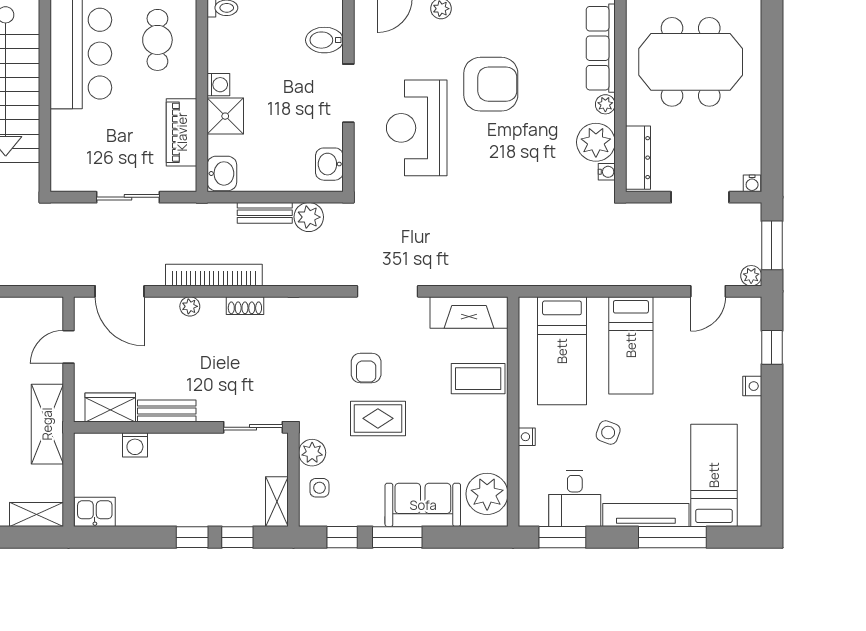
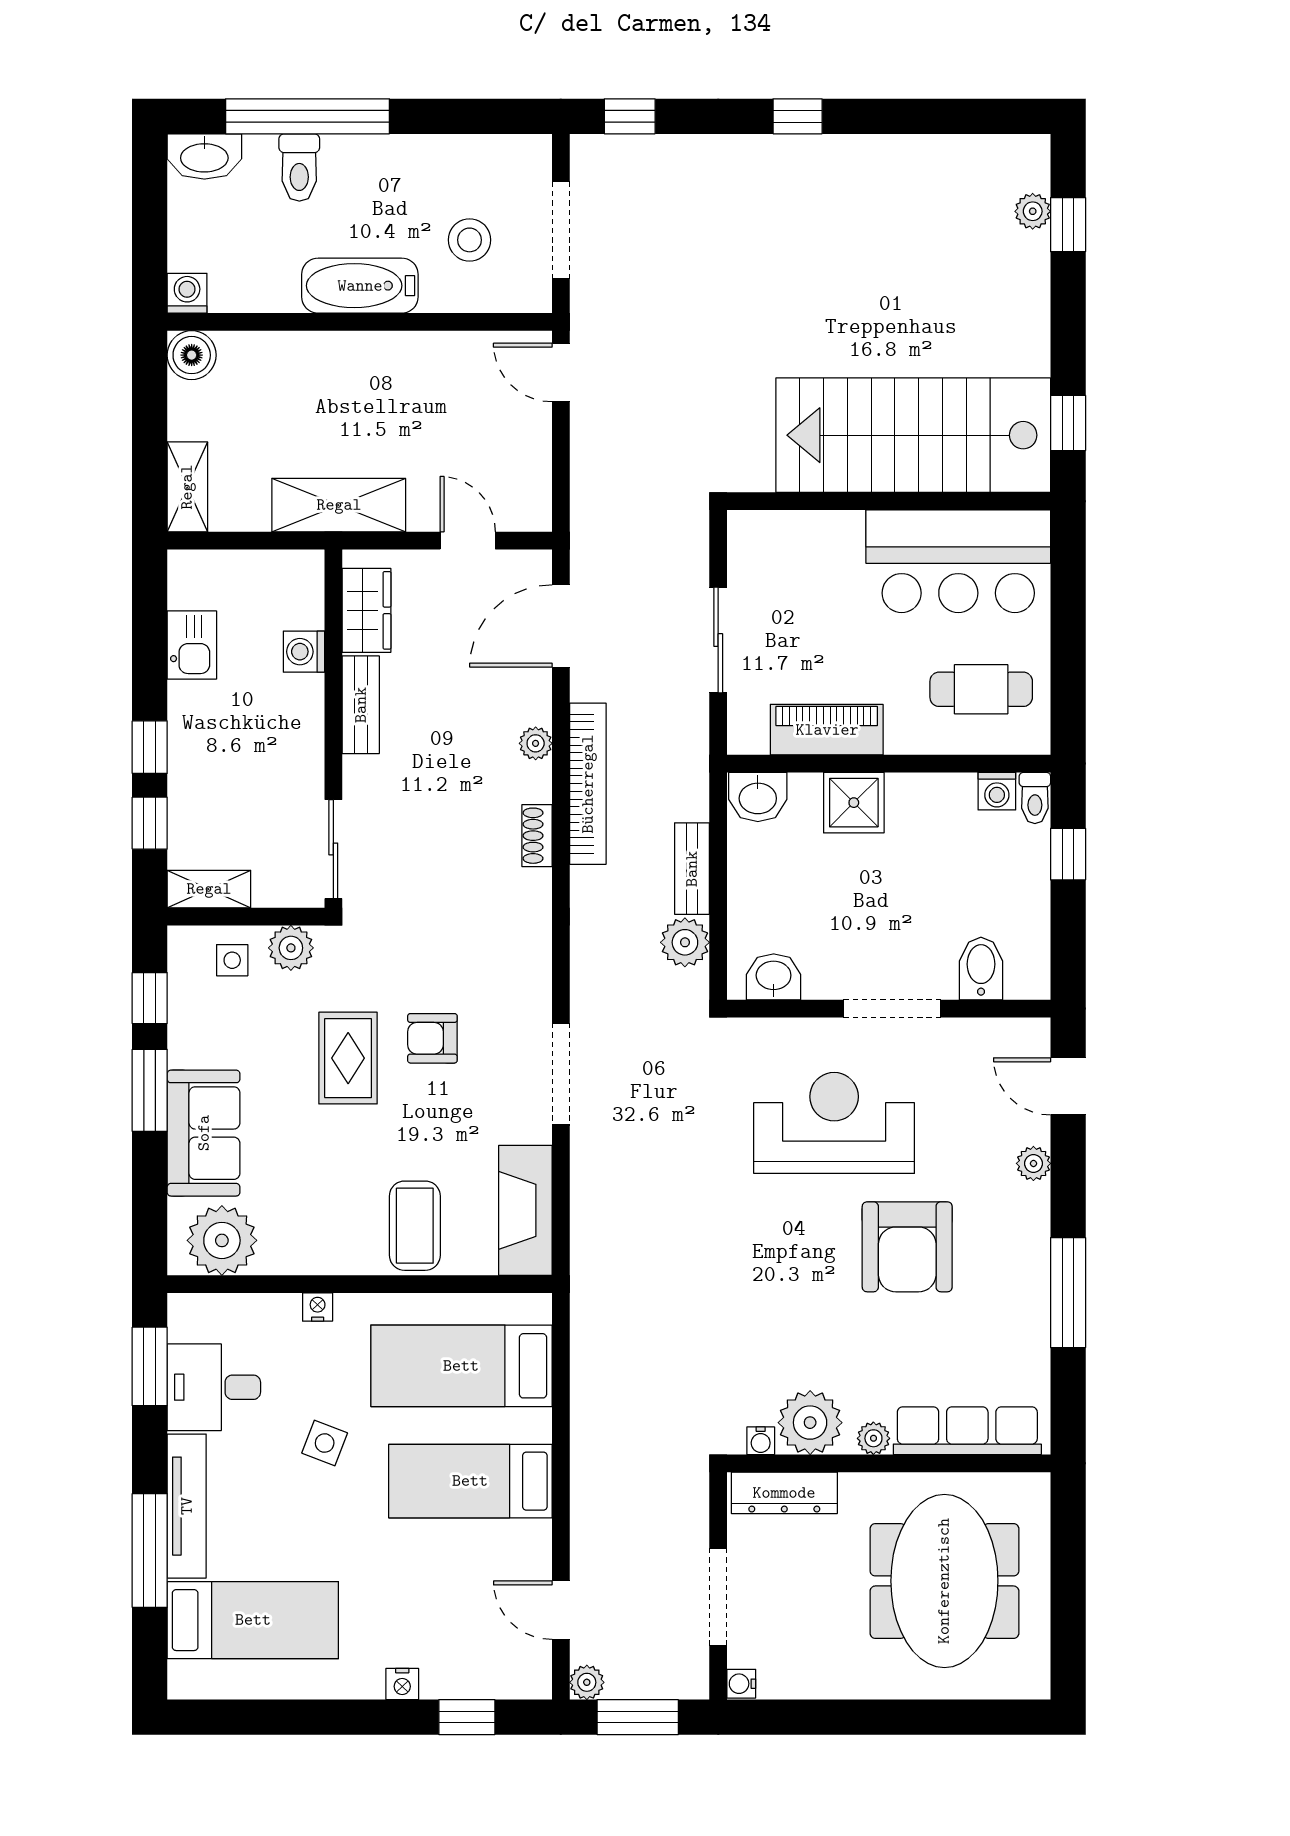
washing machine: (218, 85) -> (997, 791), moved
kitchen sink: (95, 512) -> (192, 645), moved

